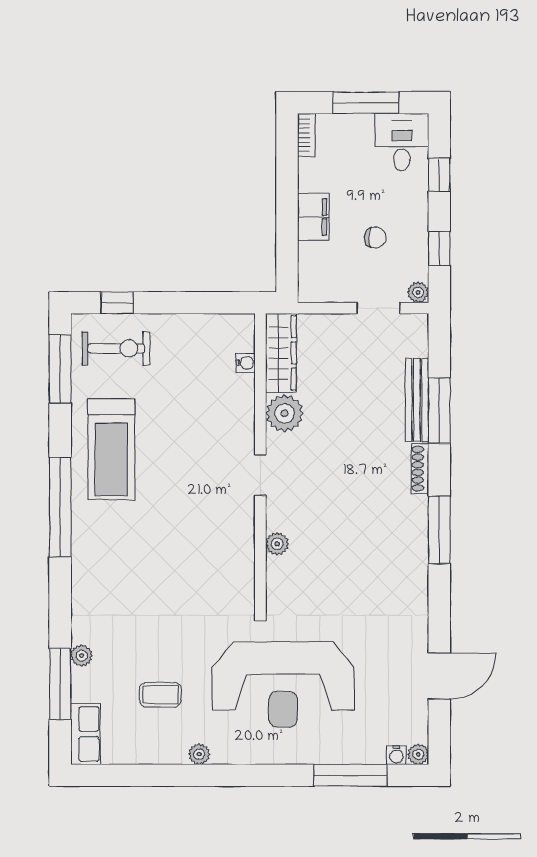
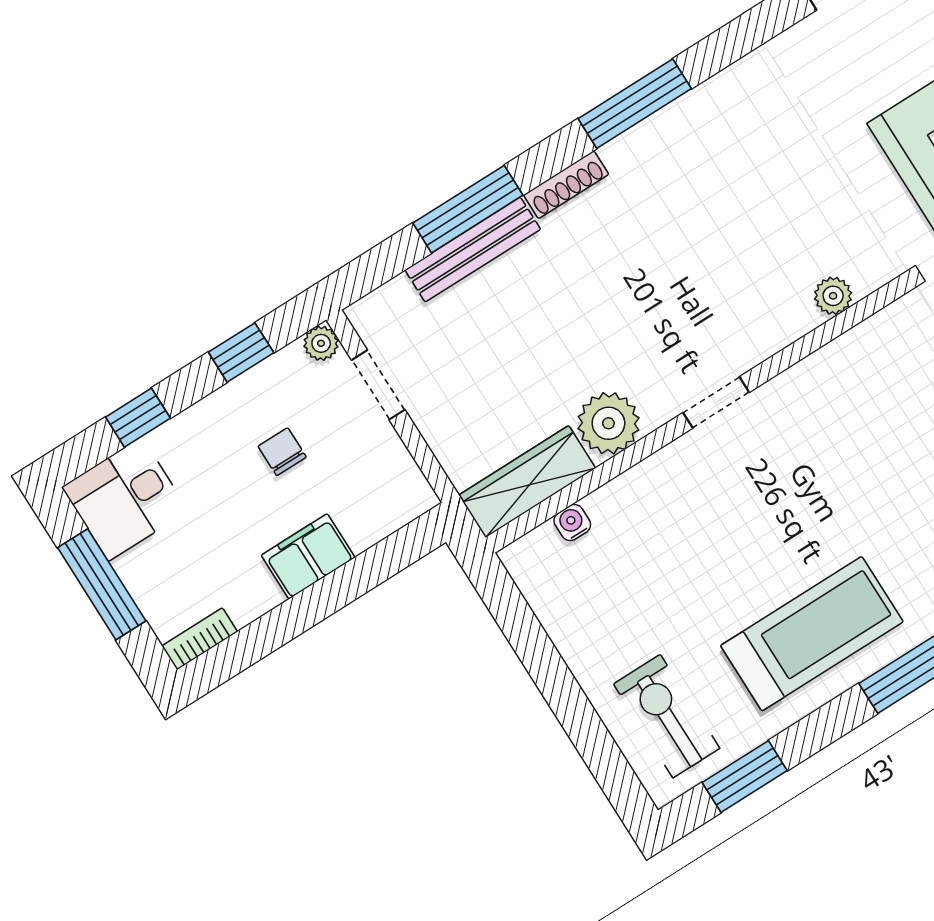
window: (117, 303) -> (602, 755), removed
window: (60, 369) -> (745, 777), width x0.69
plant: (277, 544) -> (833, 296), moved

